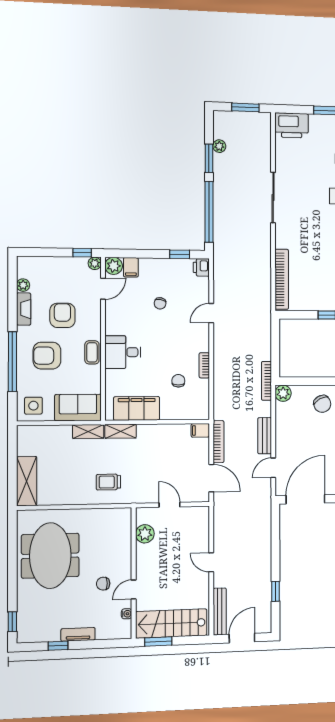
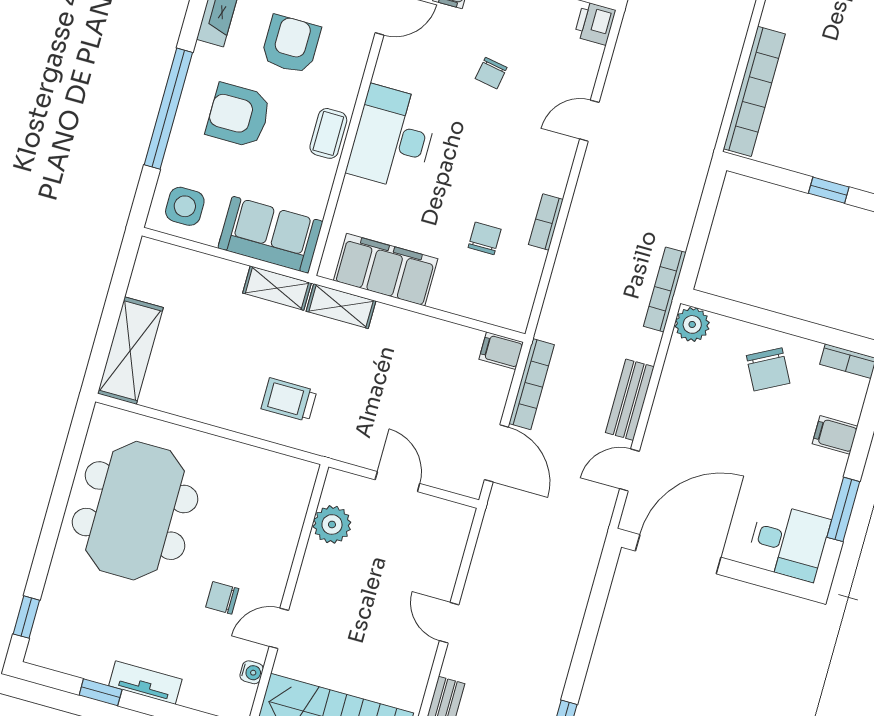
desk: (123, 352) -> (393, 138), width x1.37

